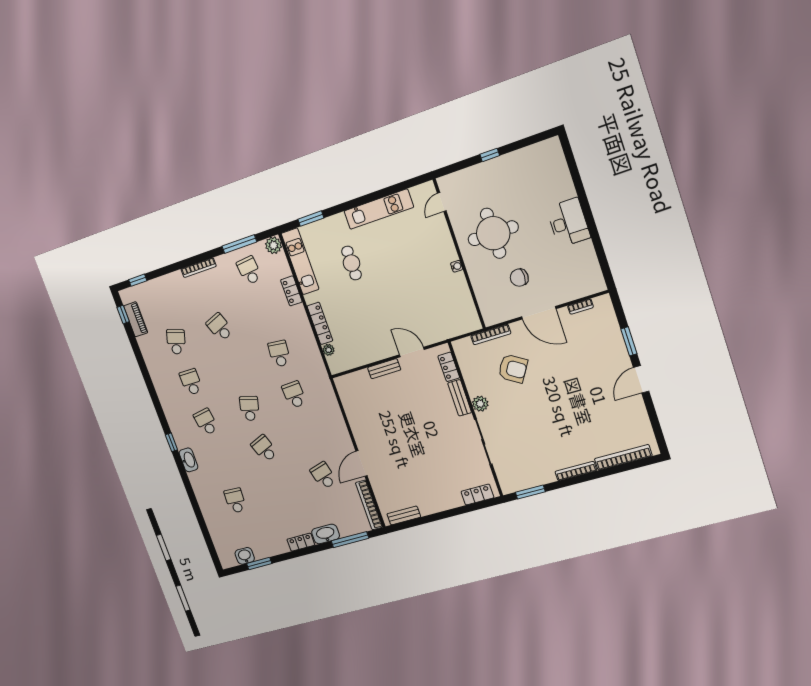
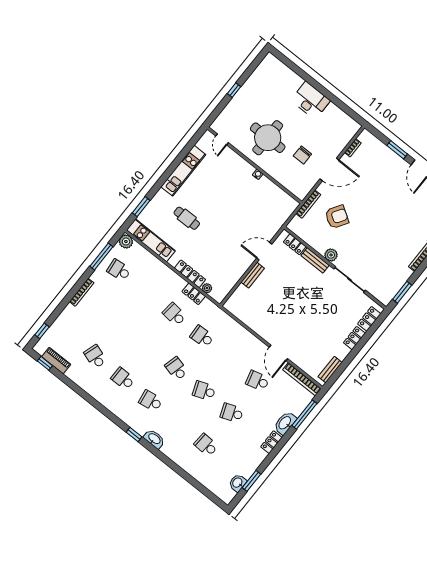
locker: (291, 291) -> (194, 294), moved
school desk: (220, 327) -> (232, 413), moved
locker: (449, 503) -> (354, 338), added

